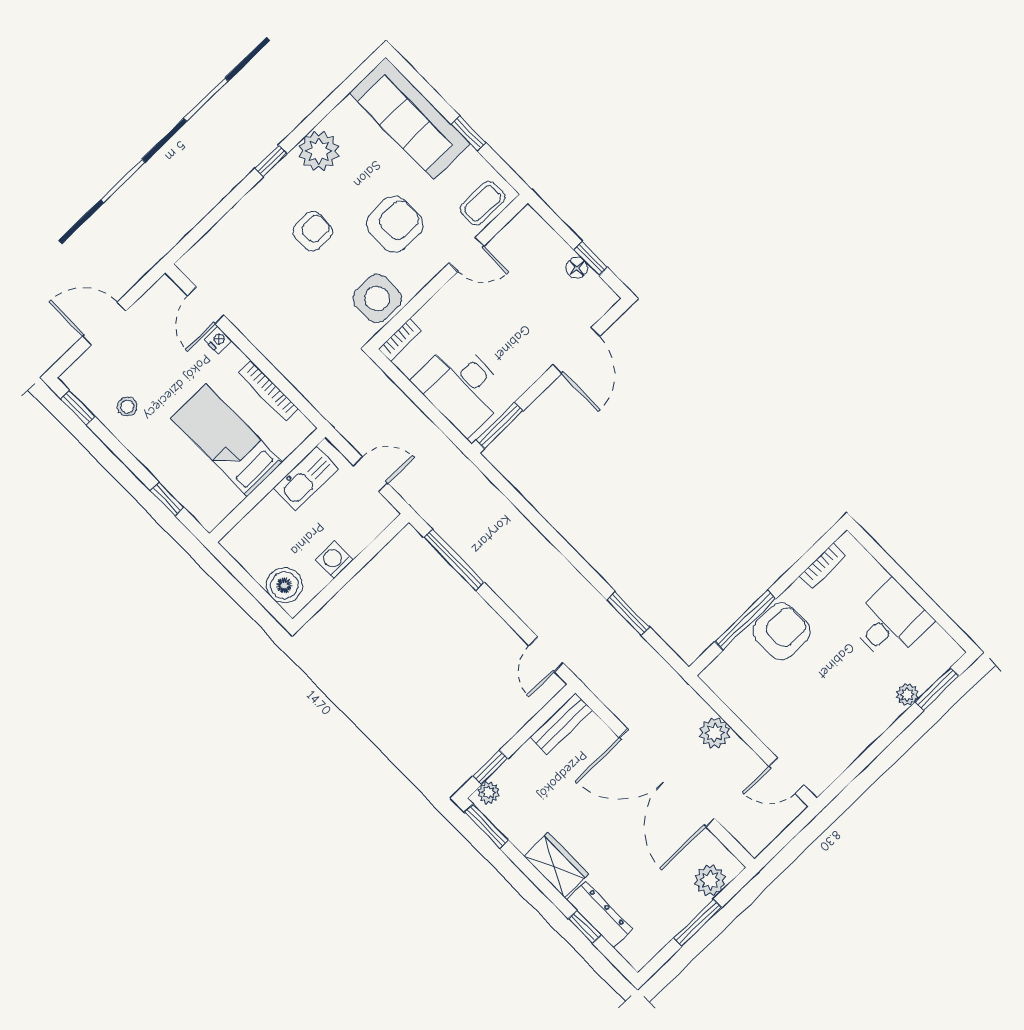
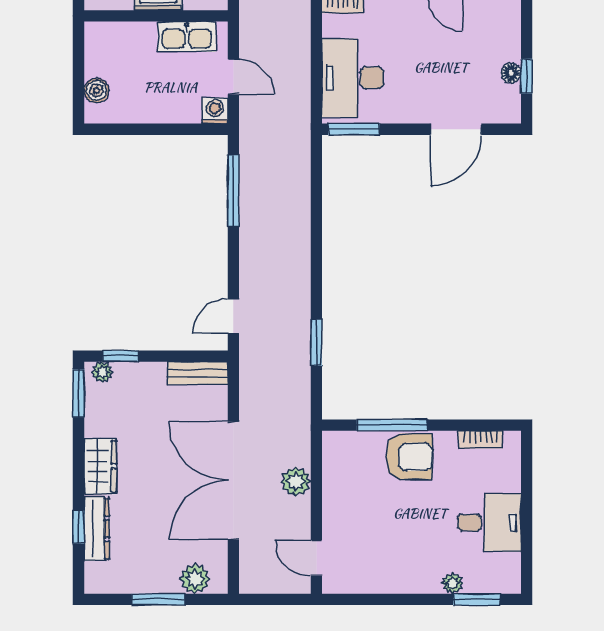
washing machine: (334, 560) -> (215, 111), moved
boiler: (284, 585) -> (96, 91), width x0.73, depth x0.73

